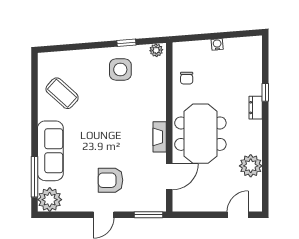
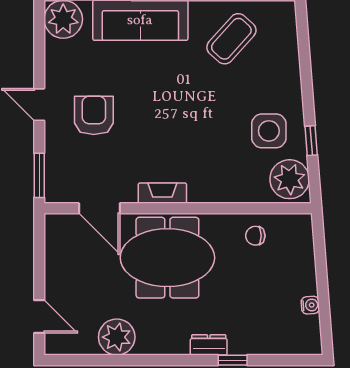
water cooler: (217, 44) -> (310, 305), moved
plant: (156, 50) -> (290, 179), width x1.87, depth x1.87

